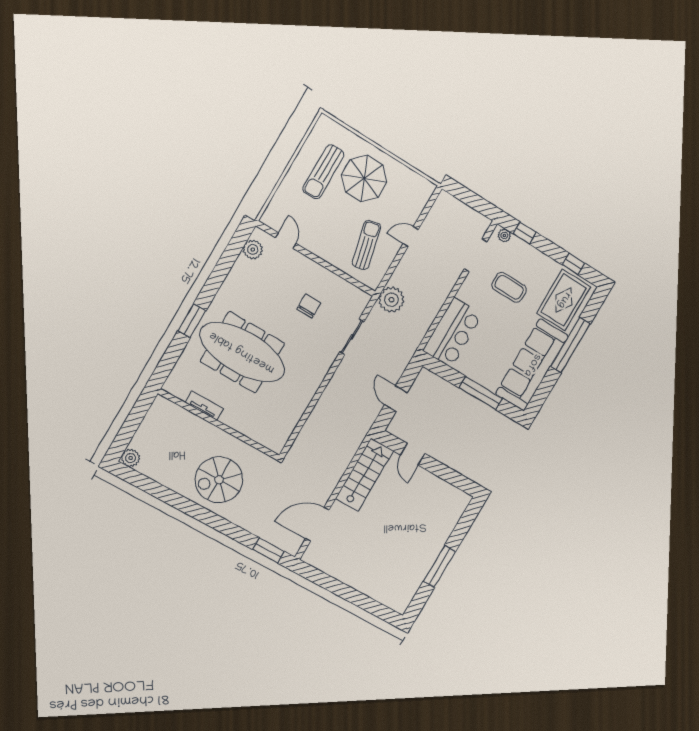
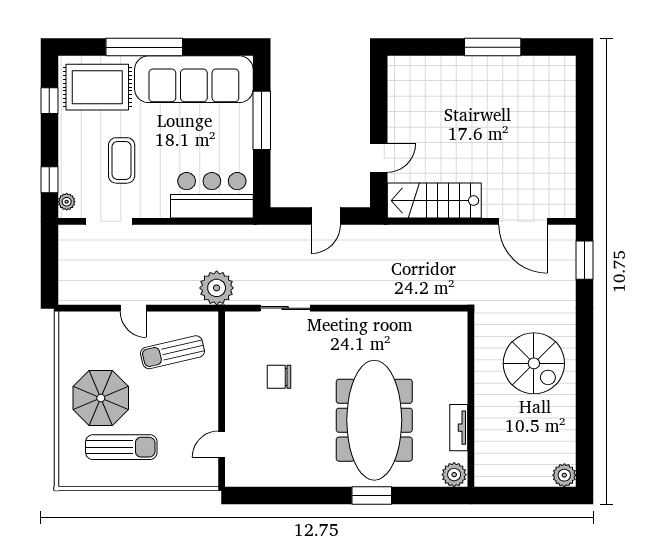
plant: (253, 249) -> (454, 475), moved

